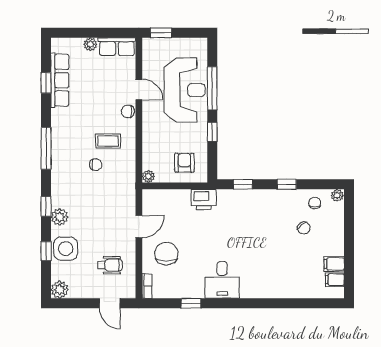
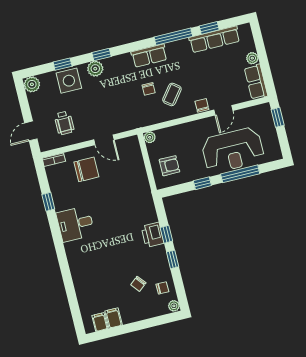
coffee table: (108, 141) -> (172, 94), turned 38
window: (46, 148) -> (173, 37), moved
row of seats: (60, 155) -> (149, 56), added
window: (243, 184) -> (166, 234), moved
printer: (204, 199) -> (153, 235), moved

